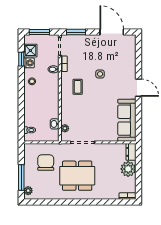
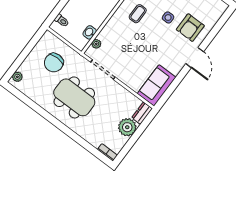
armchair: (120, 70) -> (190, 28), added
sofa: (127, 120) -> (157, 85), width x0.73
chair: (46, 163) -> (54, 63), turned 180
window: (21, 178) -> (20, 59), removed

